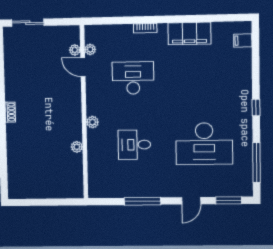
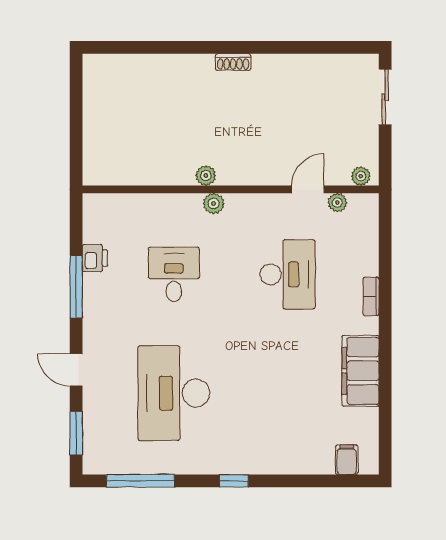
plant: (75, 50) -> (361, 176), moved
plant: (77, 147) -> (206, 176), moved
printer: (126, 191) -> (95, 258), added

